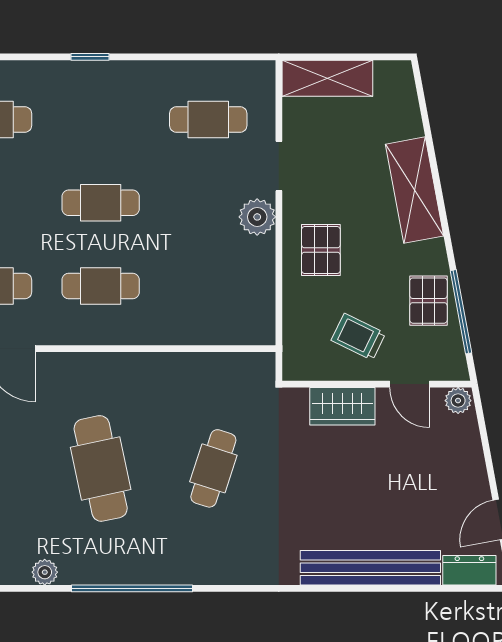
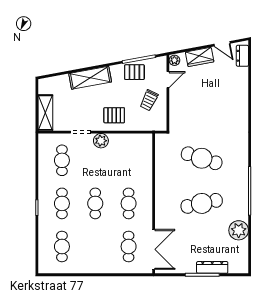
cafe table: (101, 120) -> (62, 203), added
wardrobe: (342, 406) -> (200, 57), moved, turned 80
cafe table: (213, 468) -> (202, 158), width x1.37, depth x1.35
bench: (370, 568) -> (241, 95), removed
plant: (45, 572) -> (239, 230), width x1.87, depth x1.87

